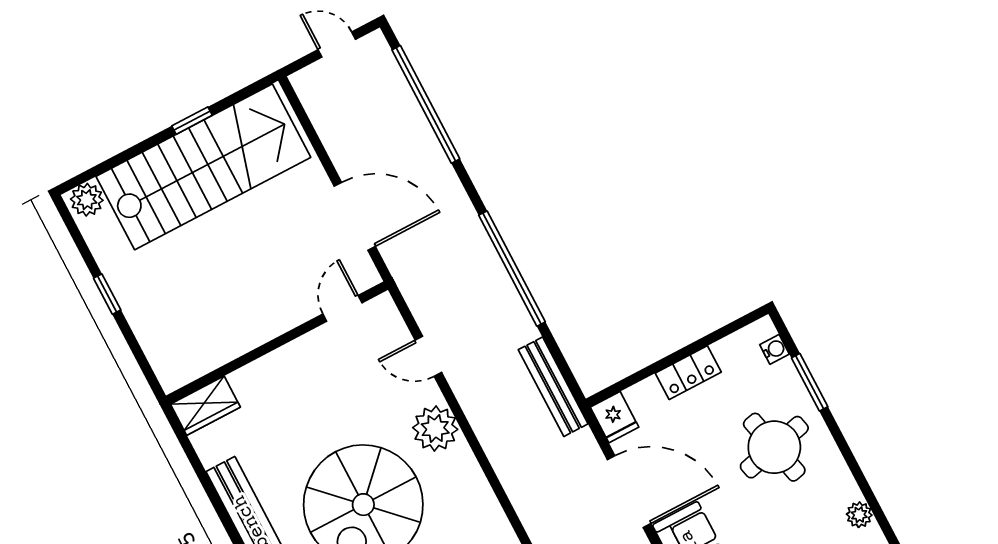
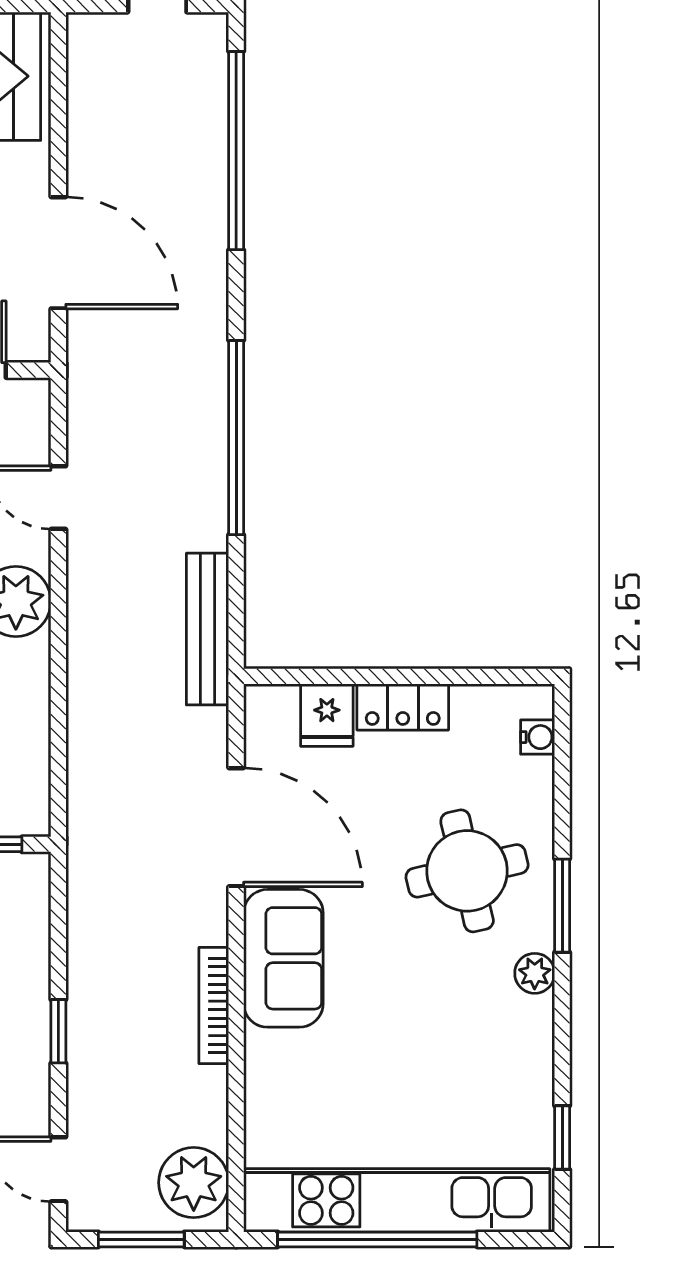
window: (810, 382) -> (562, 906), moved
fridge: (615, 417) -> (327, 715), moved
plant: (859, 515) -> (535, 973), moved

